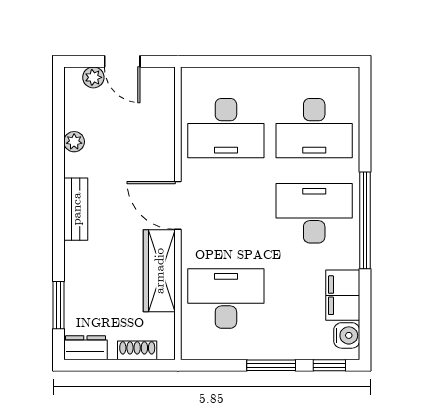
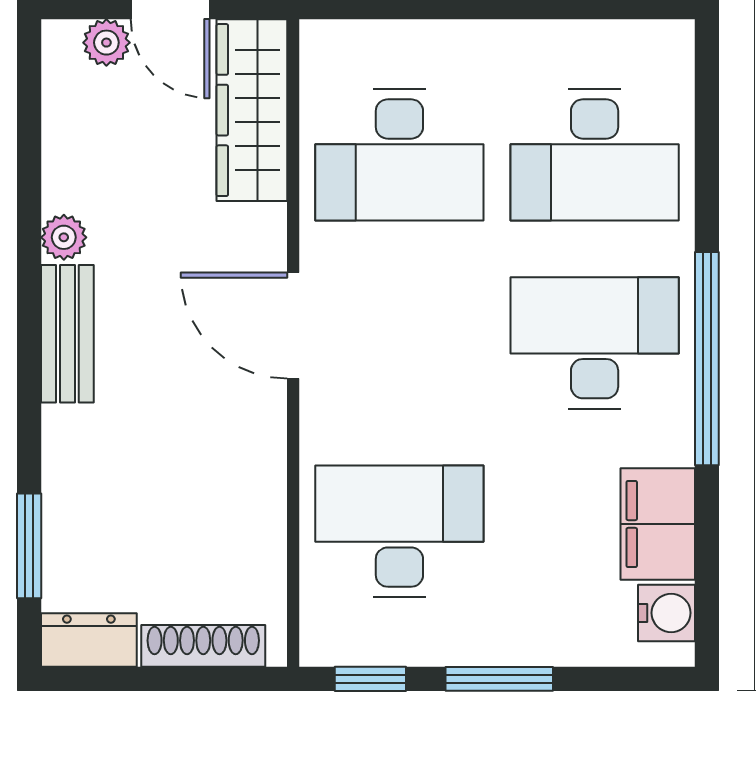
plant: (74, 142) -> (64, 237), moved
wardrobe: (159, 271) -> (252, 110), moved
shoe rack: (137, 350) -> (203, 646), width x1.43
window: (329, 365) -> (370, 679), moved

